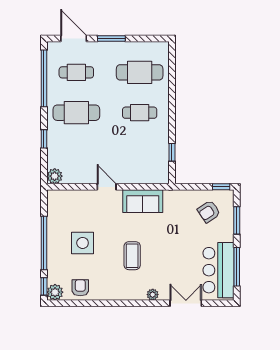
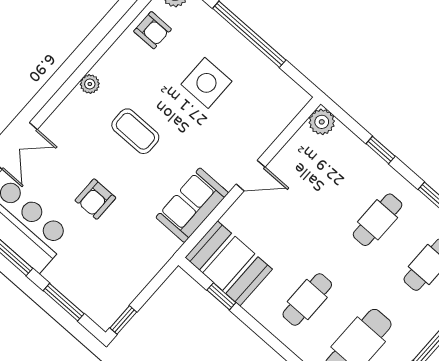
cafe table: (76, 113) -> (378, 220), width x0.73, depth x0.74
booth: (154, 162) -> (229, 263), added
armchair: (209, 212) -> (95, 199), moved, turned -146
plant: (153, 295) -> (90, 84), moved

